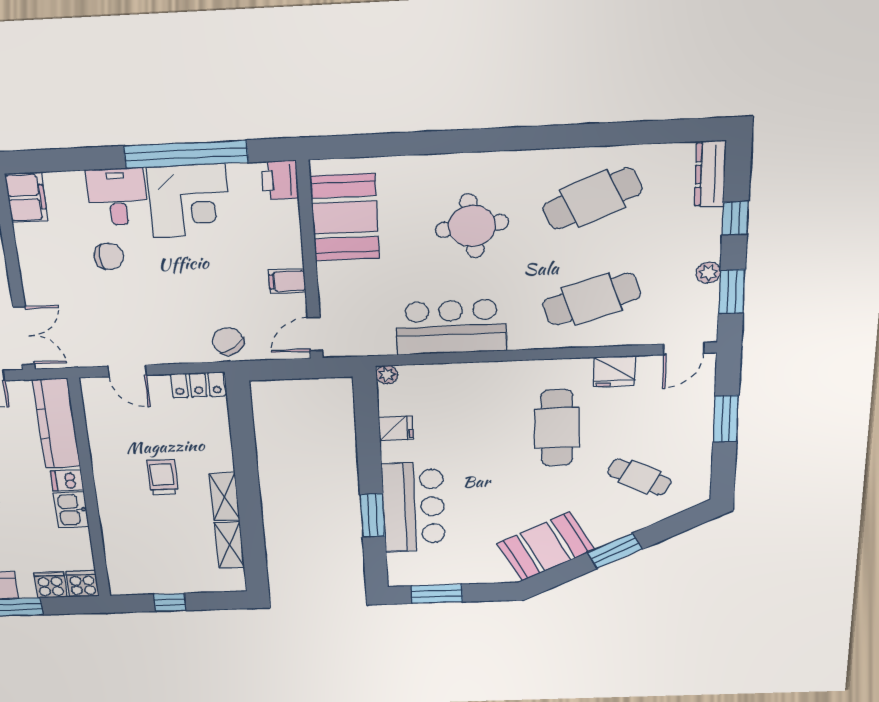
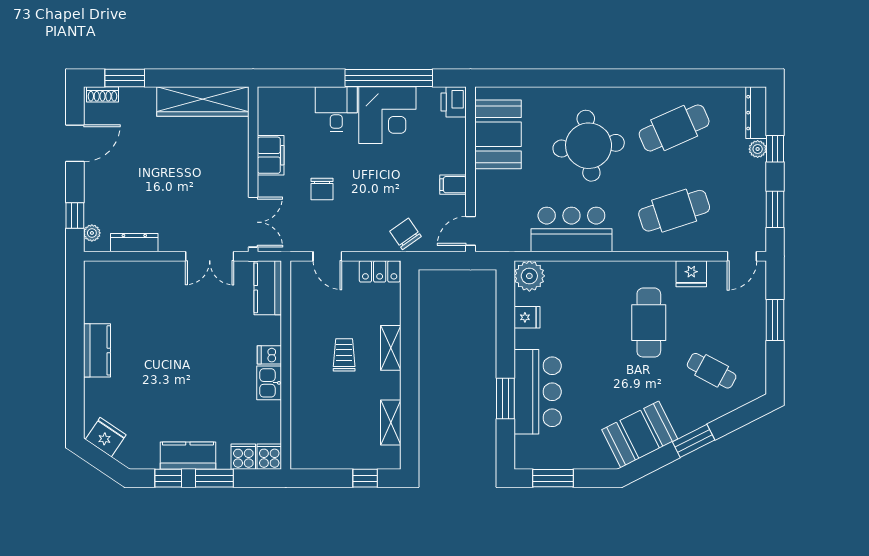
filing cabinet: (26, 197) -> (271, 155), moved
round table: (472, 226) -> (589, 146), width x1.36, depth x1.36
chair: (109, 256) -> (322, 189), moved, turned 90
plant: (708, 273) -> (758, 149), moved
plant: (387, 375) -> (529, 276), width x1.88, depth x1.88
kitchen counter: (56, 423) -> (268, 288), width x0.67
shelving: (224, 497) -> (391, 348), moved
window: (170, 602) -> (365, 478), moved

